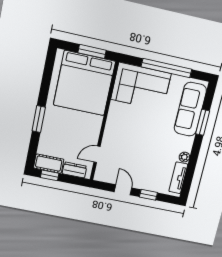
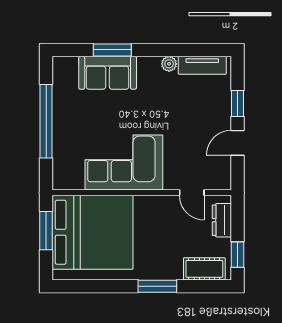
corner sofa: (141, 86) -> (124, 163), moved, turned -90
sofa: (190, 109) -> (108, 73), width x0.73
cot: (49, 164) -> (204, 269), moved, turned 90

